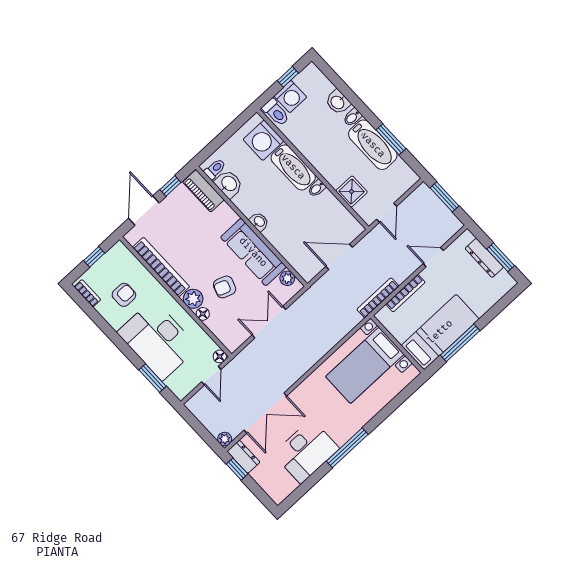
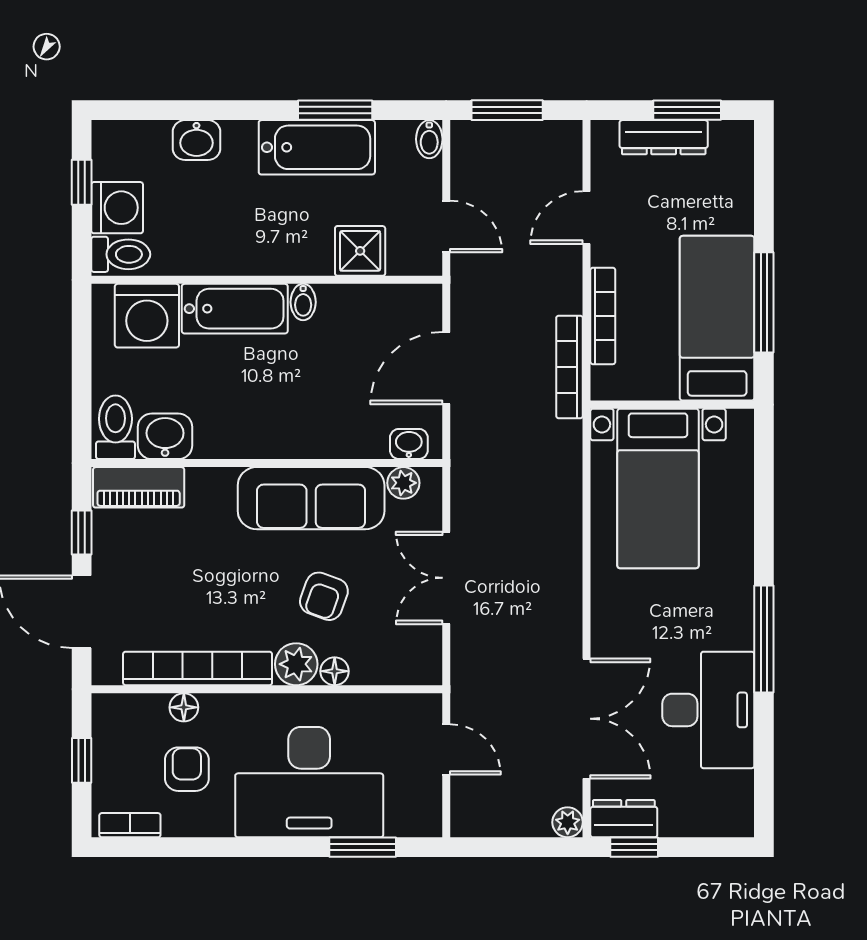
bidet: (352, 117) -> (429, 139), moved
toilet: (215, 169) -> (115, 427), width x1.37, depth x1.39
washbasin: (259, 222) -> (409, 444), moved
floor lamp: (220, 356) -> (184, 707), moved

